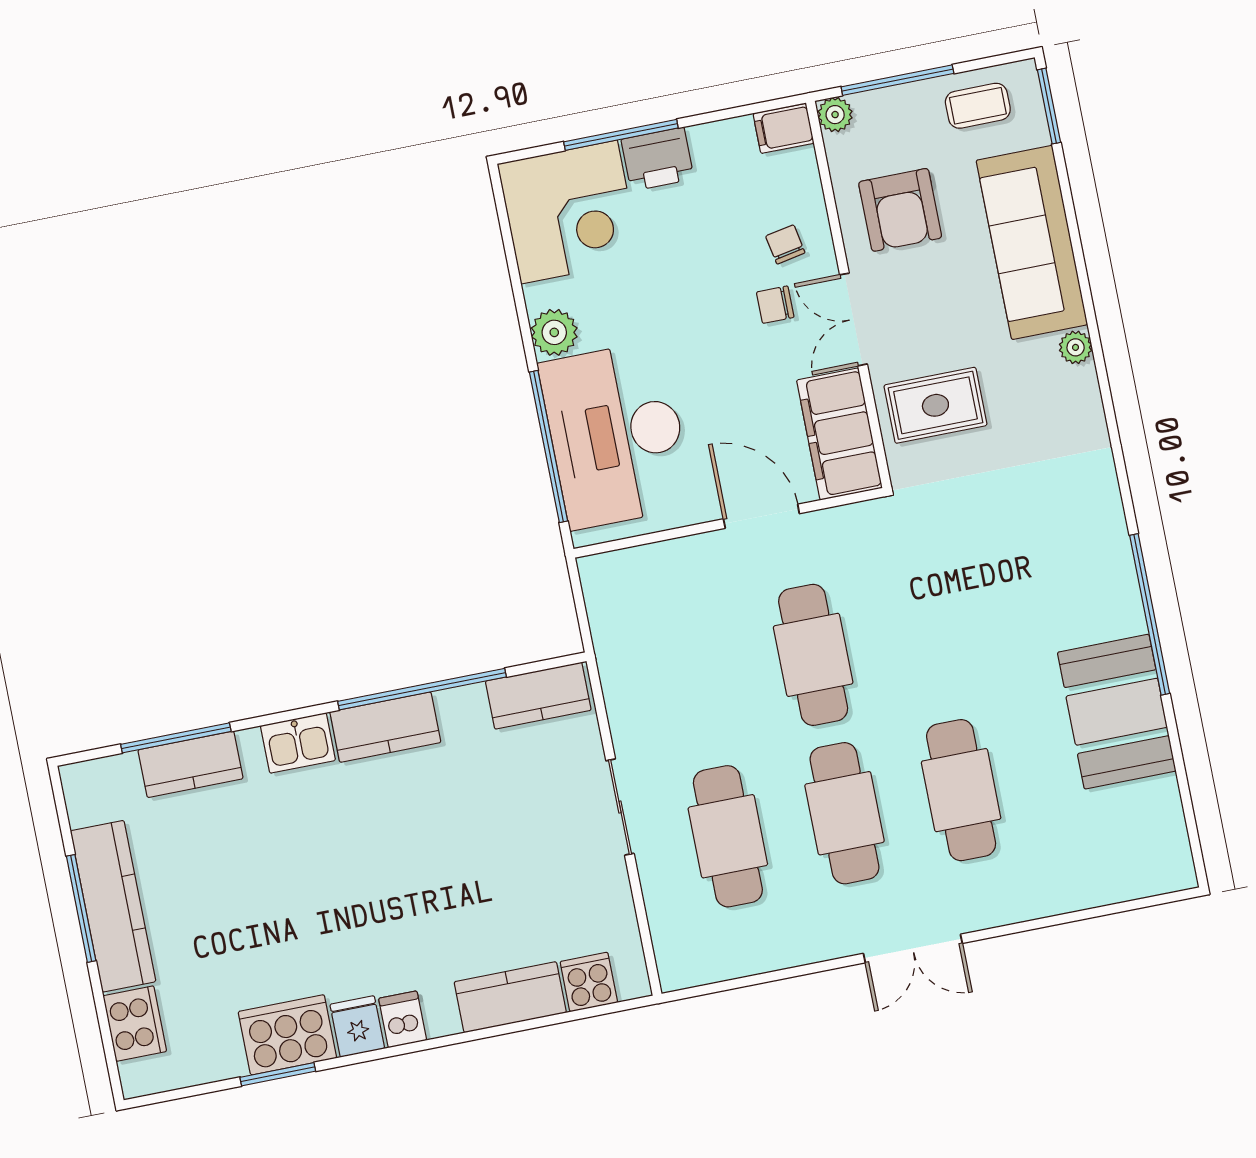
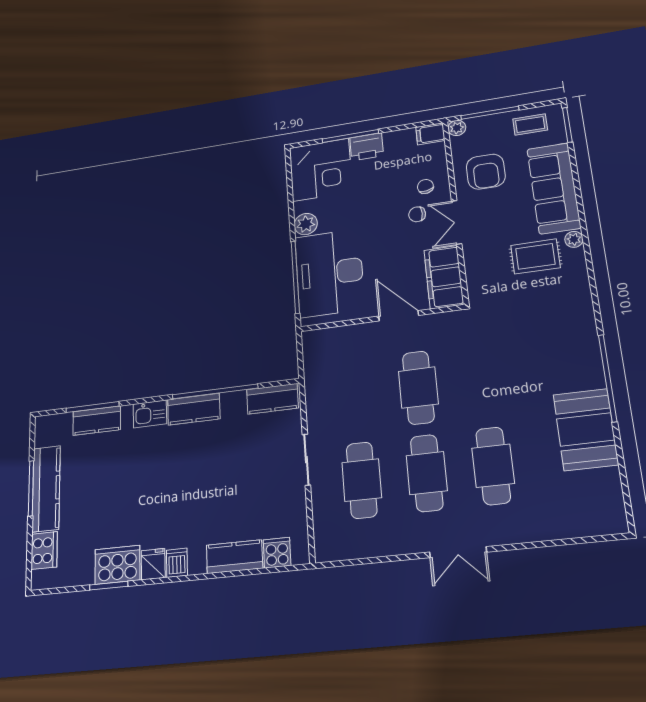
rug: (935, 405) -> (535, 256), moved

